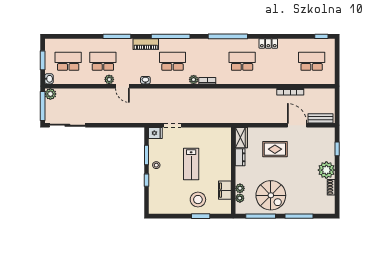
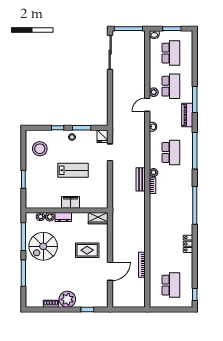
piano: (146, 44) -> (187, 115), moved
school desk: (242, 61) -> (171, 219), removed
plant: (50, 94) -> (140, 36), removed
bench: (320, 118) -> (141, 179), moved
rug: (275, 149) -> (87, 250), turned 90
dresser: (240, 157) -> (63, 217), moved
lab bench: (191, 164) -> (73, 170), turned 180
filing cabinet: (225, 190) -> (70, 202), moved
stool: (198, 200) -> (40, 149), moved

